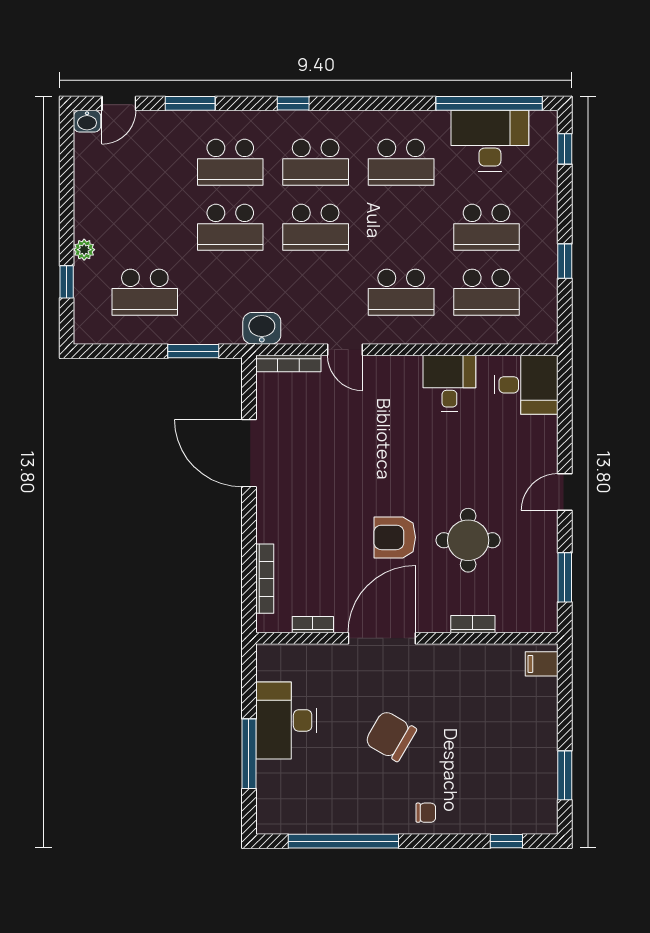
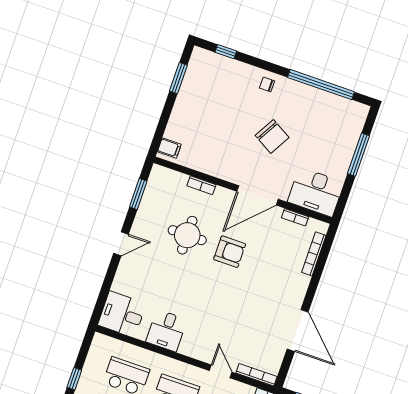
desk: (286, 720) -> (316, 192), moved, turned 90

